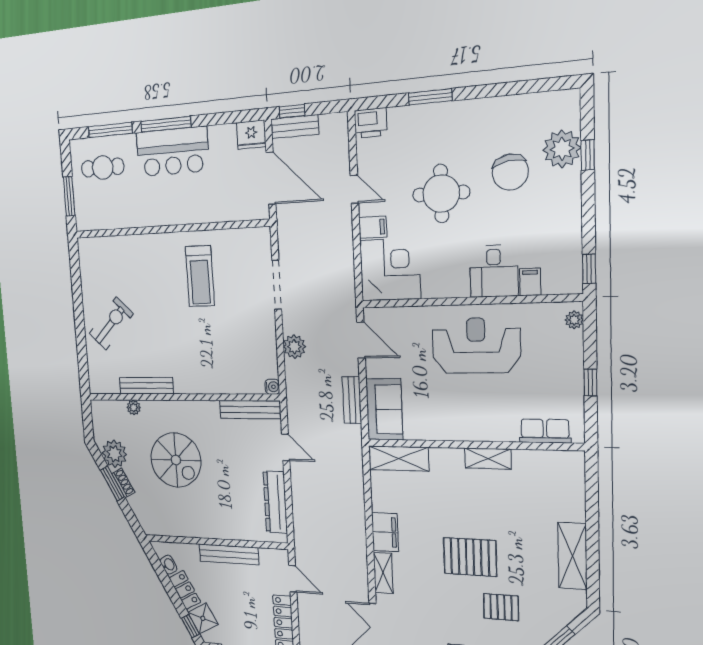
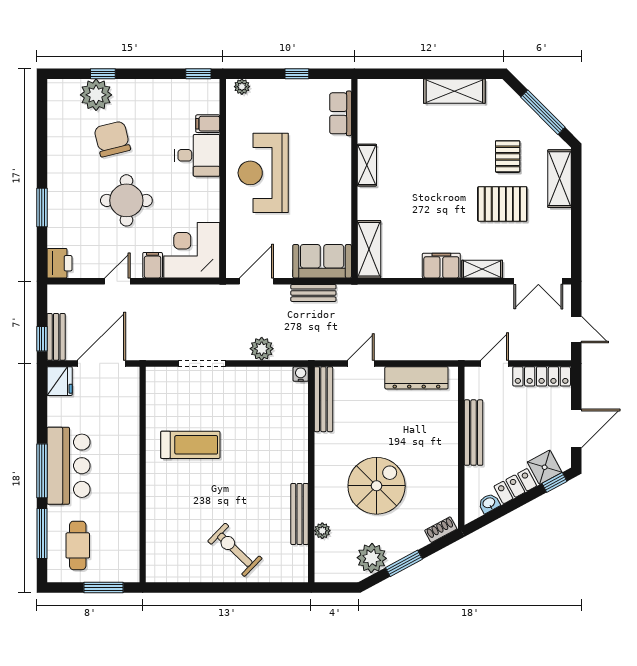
chair: (510, 172) -> (112, 139), turned -96
shoe rack: (123, 483) -> (441, 530), moved
pallet: (470, 557) -> (502, 204), moved, turned 90

